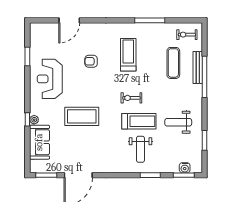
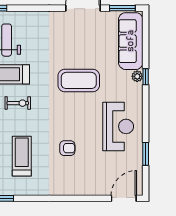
door: (69, 20) -> (124, 198), moved
treadmill: (128, 55) -> (22, 156), turned 180
sofa: (39, 142) -> (131, 41), width x1.36

